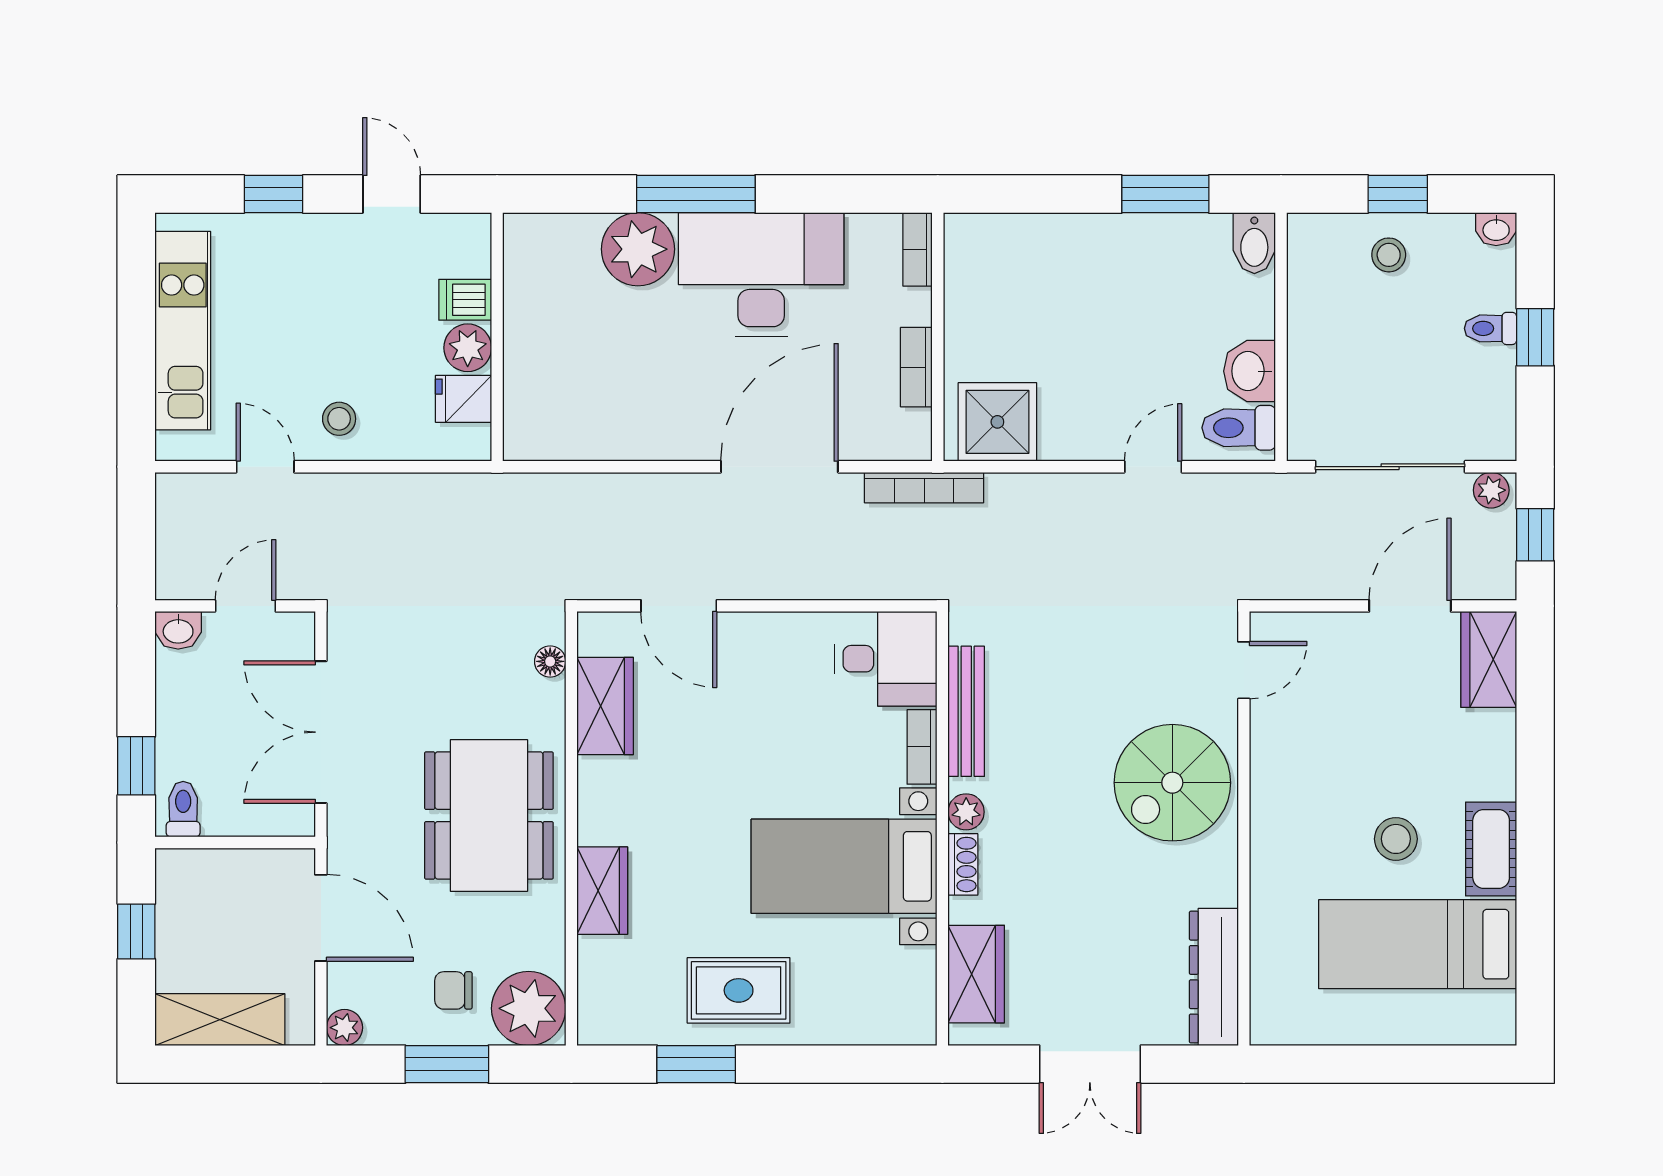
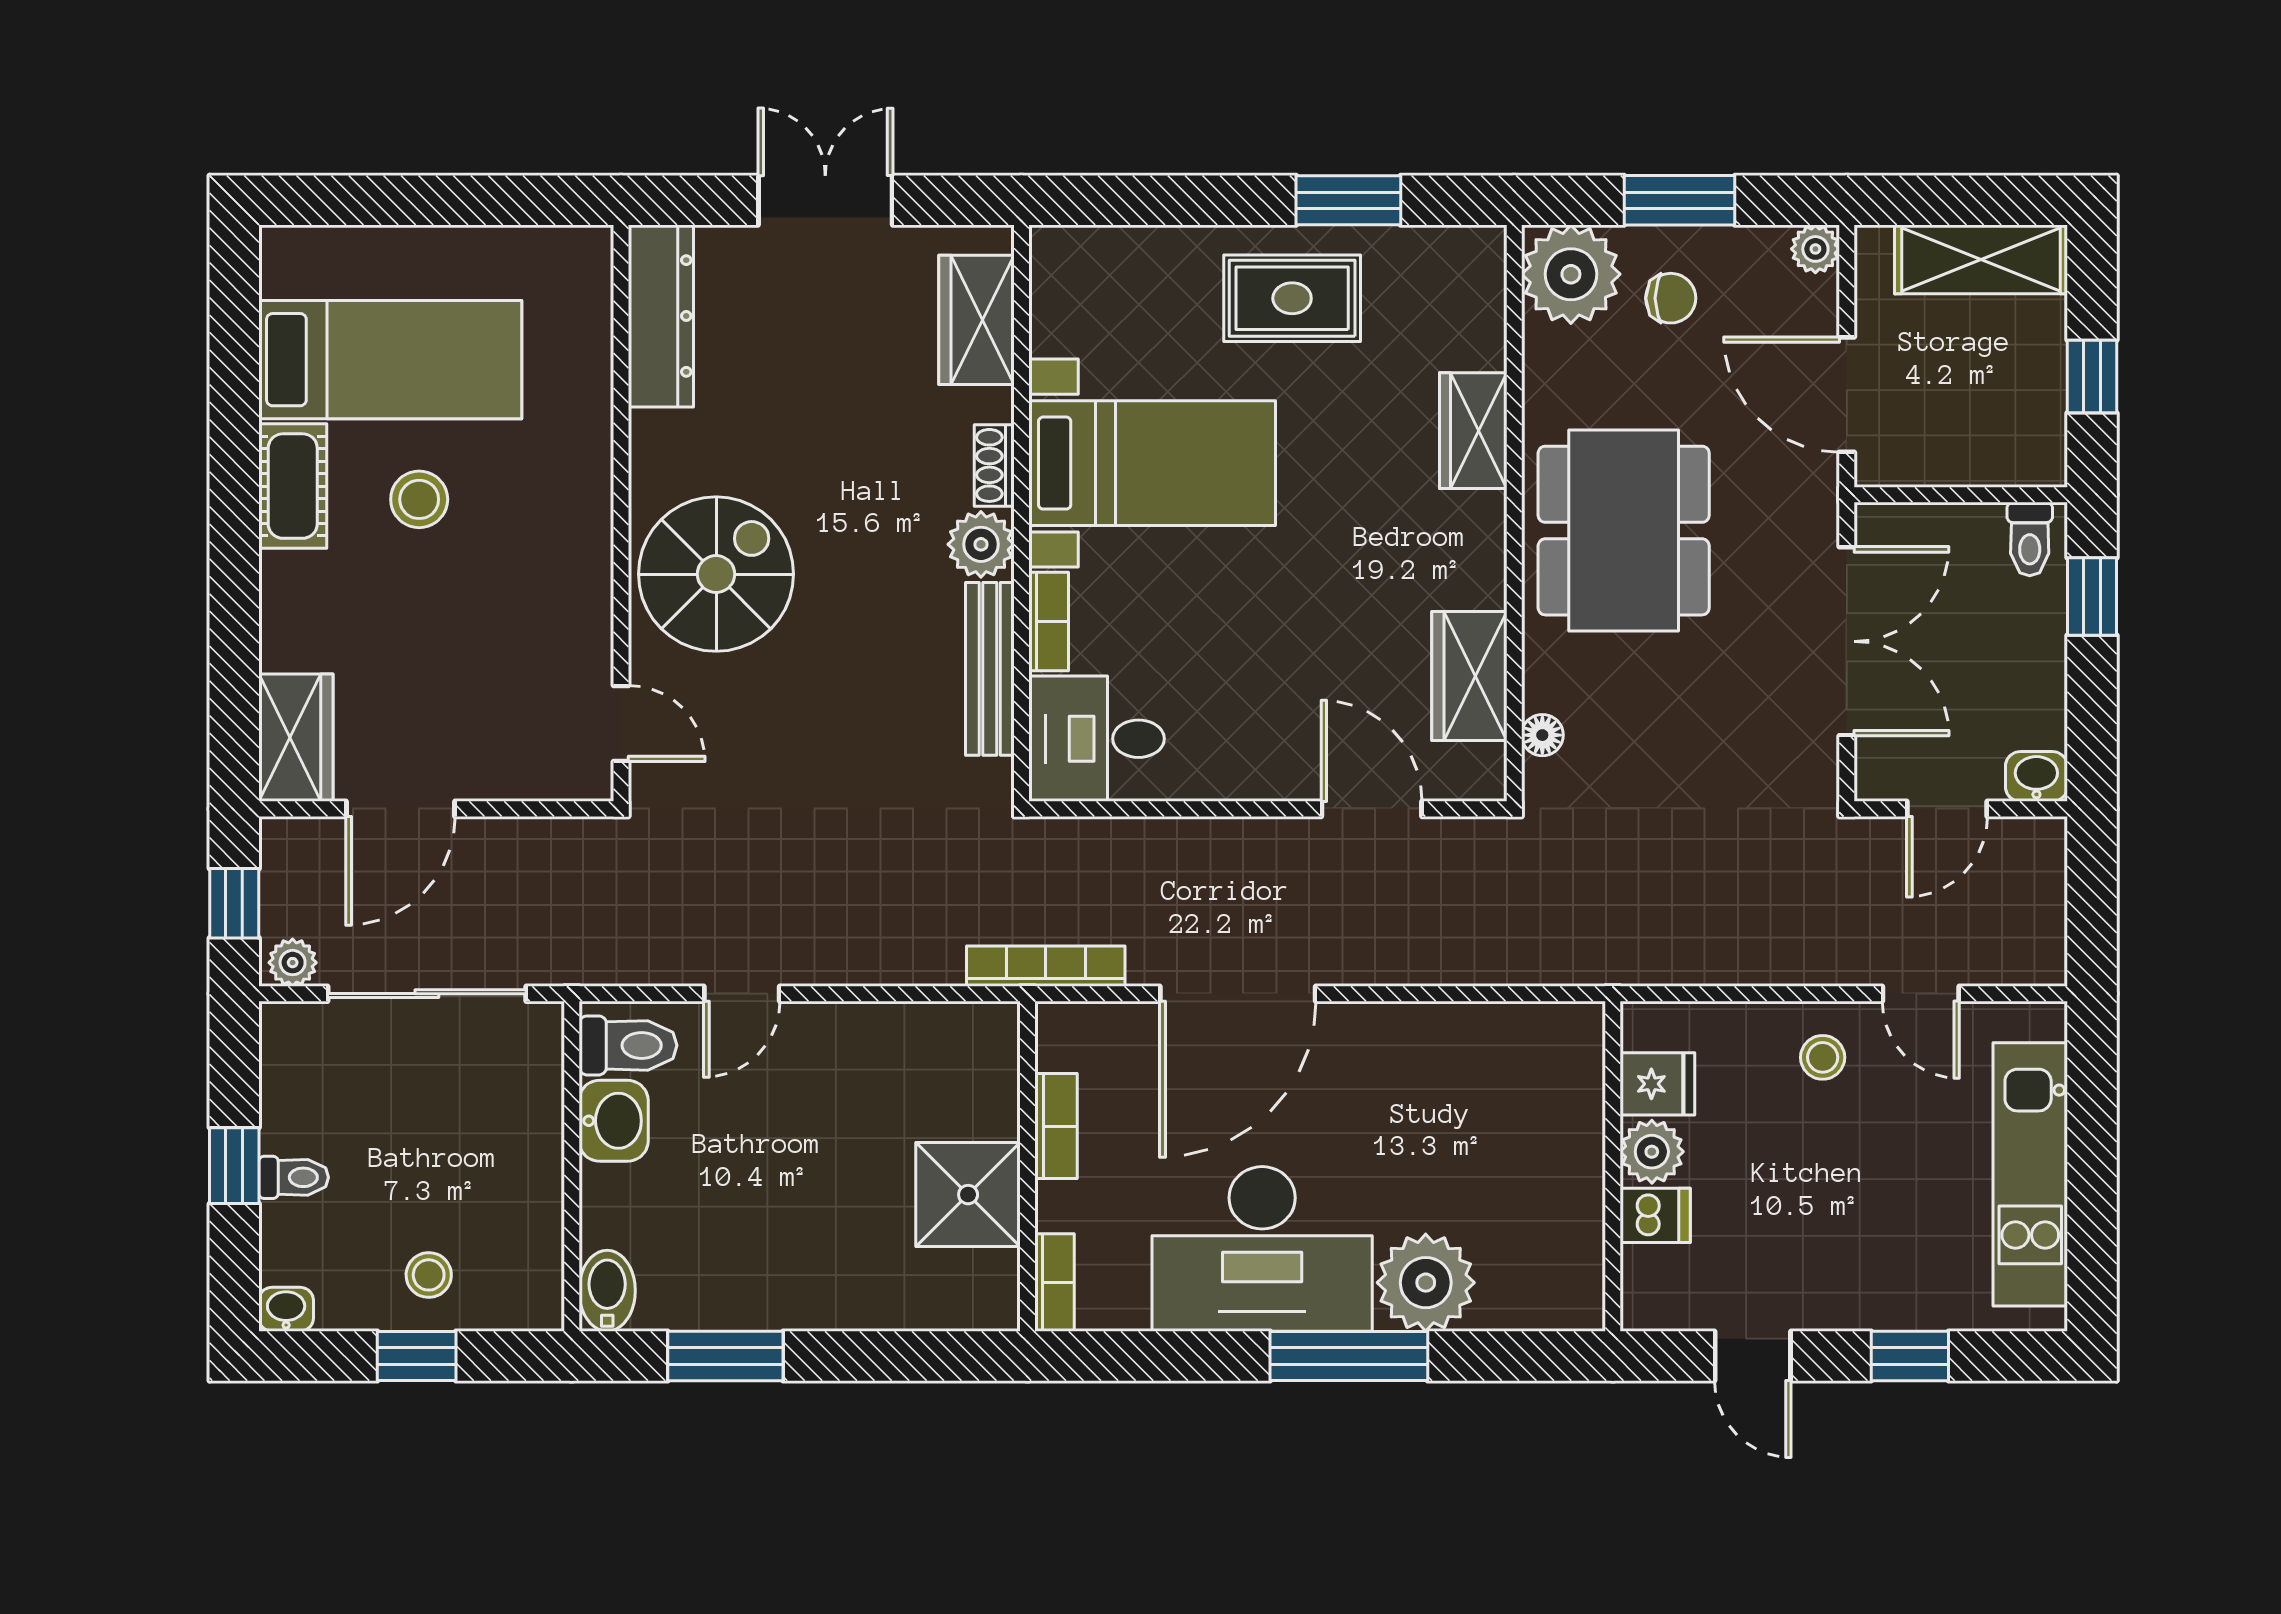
shower: (997, 422) -> (968, 1195), moved
door: (1244, 670) -> (621, 724), swing flipped
plant: (966, 812) -> (981, 544), width x1.38, depth x1.38

